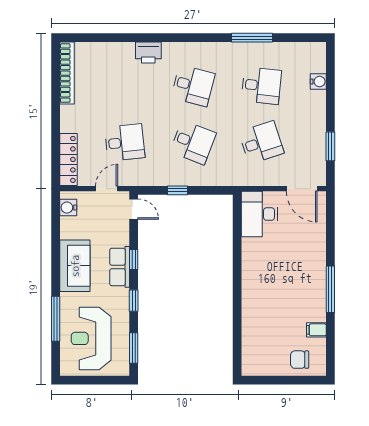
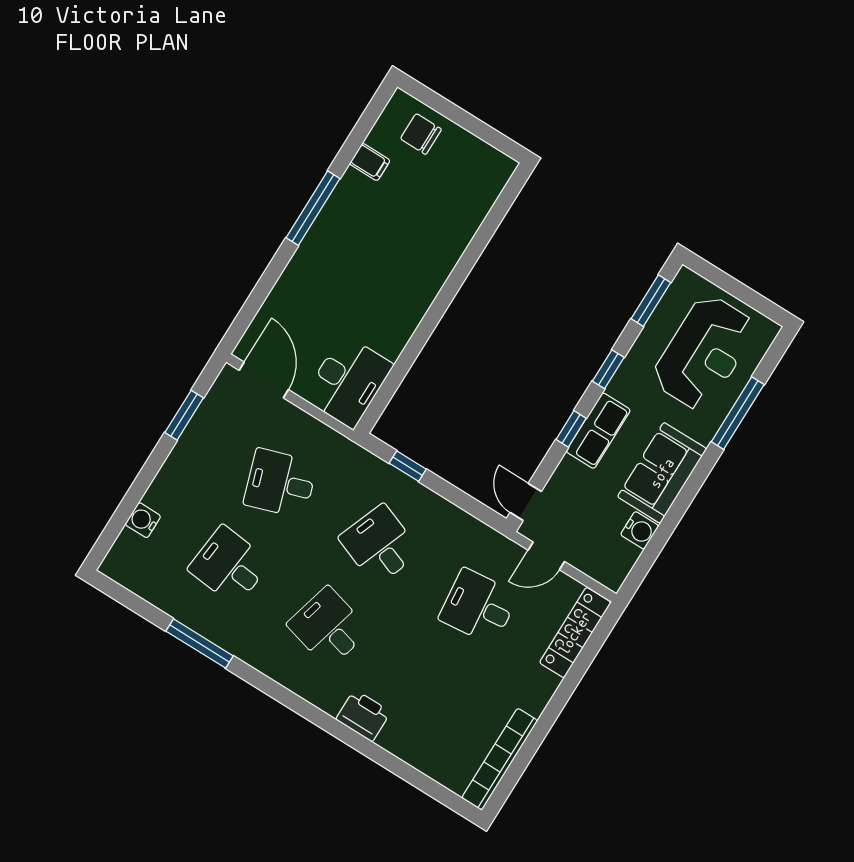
window: (177, 190) -> (408, 466), moved
water cooler: (68, 208) -> (640, 530), moved
chair: (300, 360) -> (421, 134), turned 180

